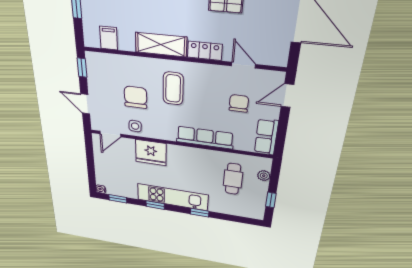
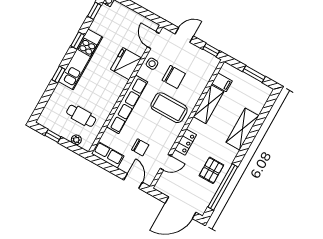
shelving: (161, 45) -> (209, 104), moved
coffee table: (173, 88) -> (169, 108), width x1.36, depth x1.32
row of seats: (205, 138) -> (127, 104), width x1.36

